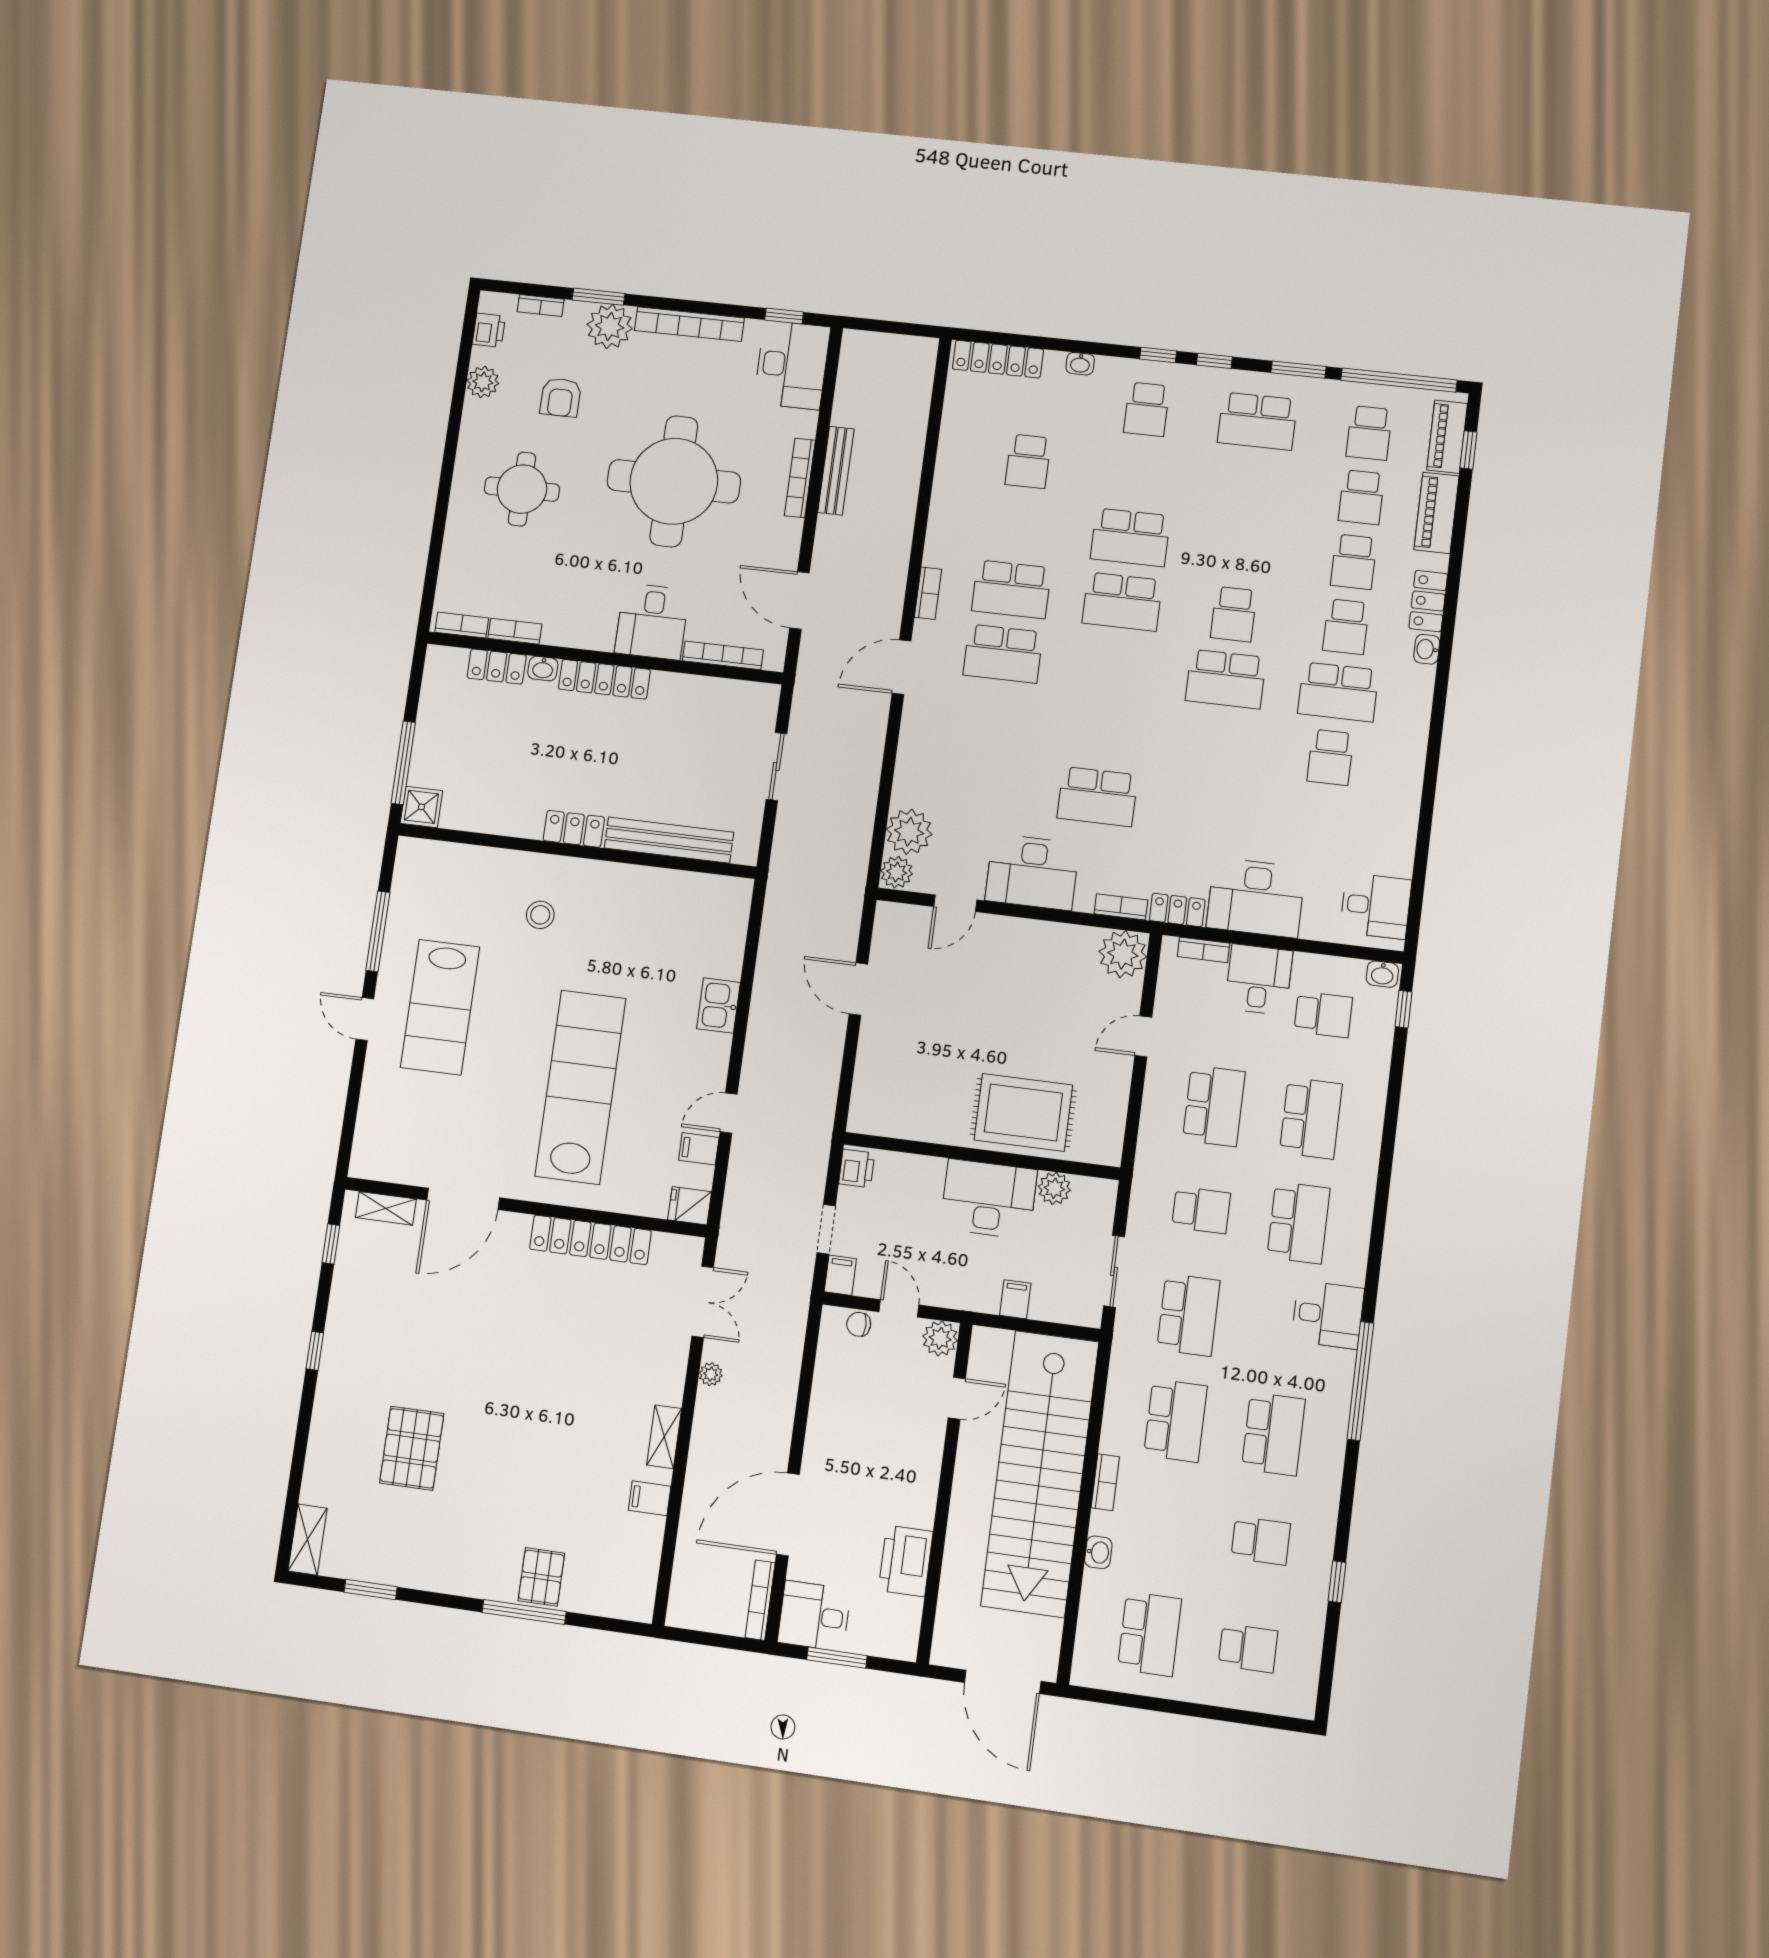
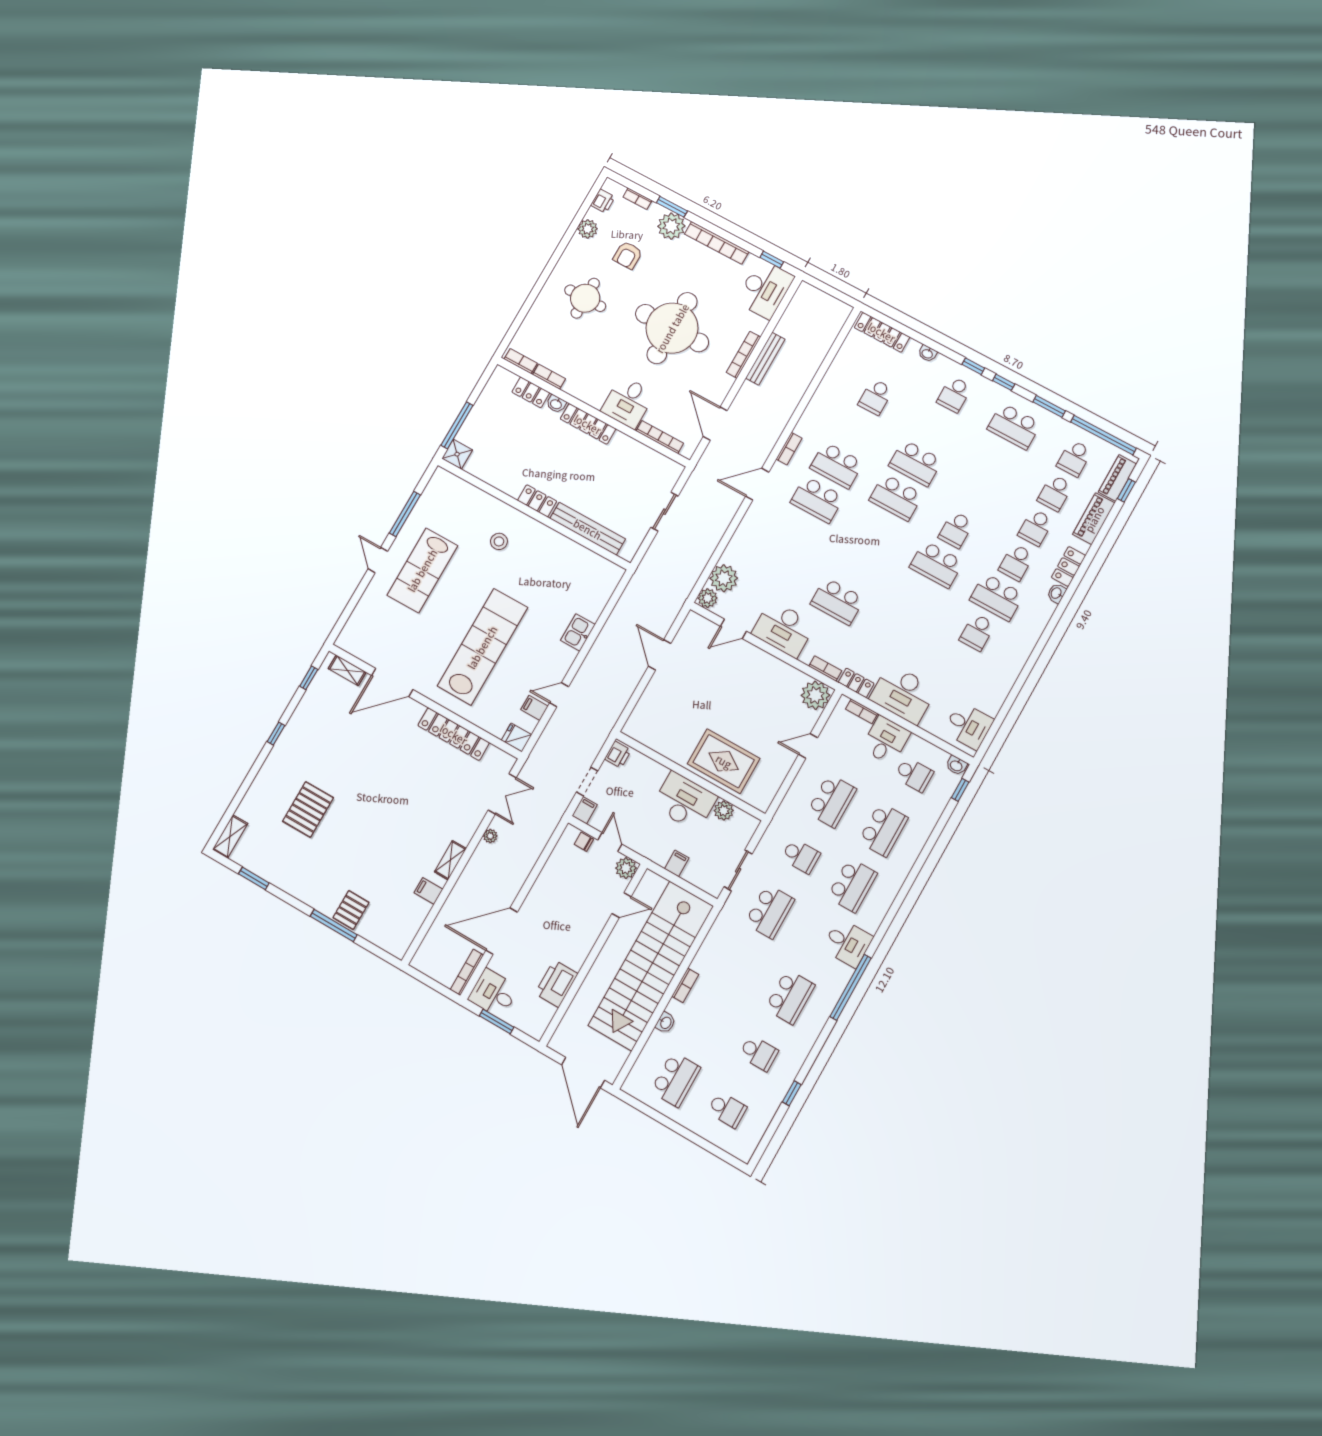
school desk: (1175, 1421) -> (738, 967), removed

